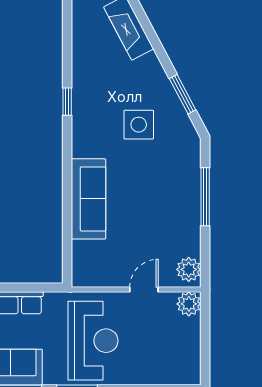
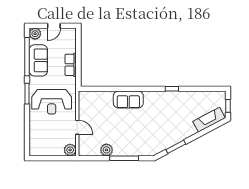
side table: (139, 125) -> (160, 125), removed
sofa: (89, 199) -> (128, 99), width x0.73
plant: (189, 269) -> (106, 150), moved

